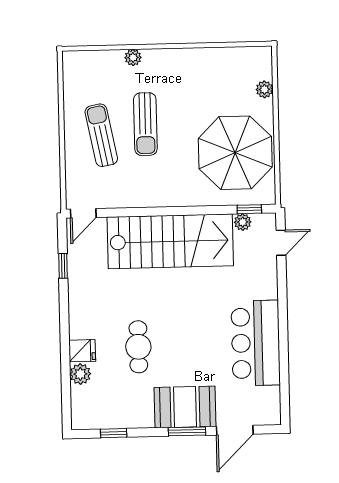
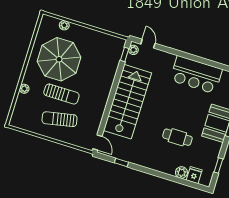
parasol: (235, 153) -> (59, 59), moved
plant: (243, 222) -> (133, 50), moved
fridge: (82, 351) -> (194, 175), moved

